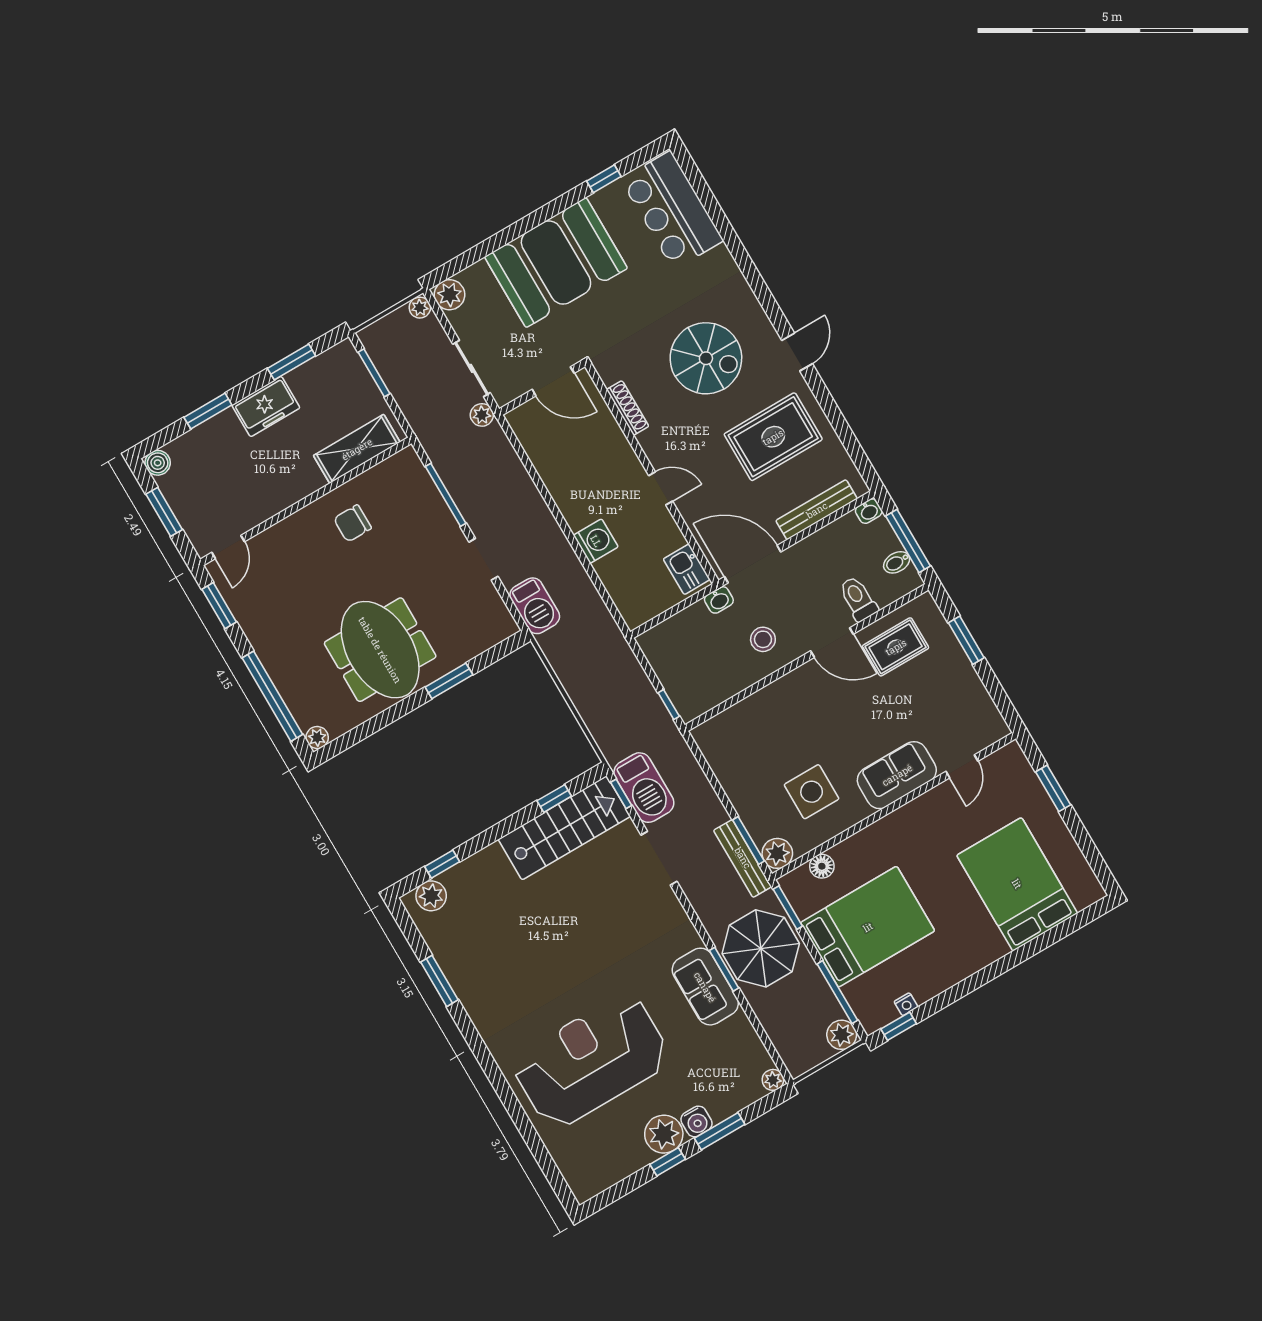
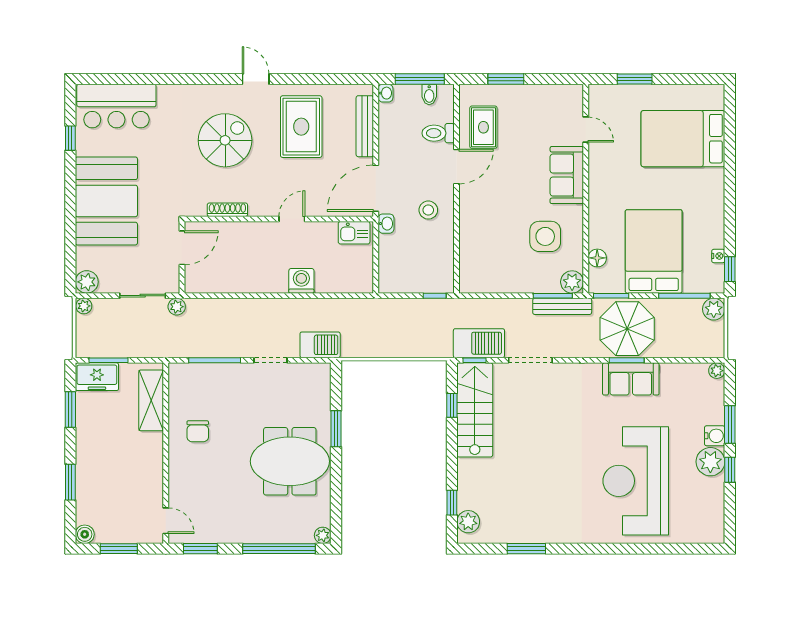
freezer: (266, 407) -> (97, 377), moved, turned 90

